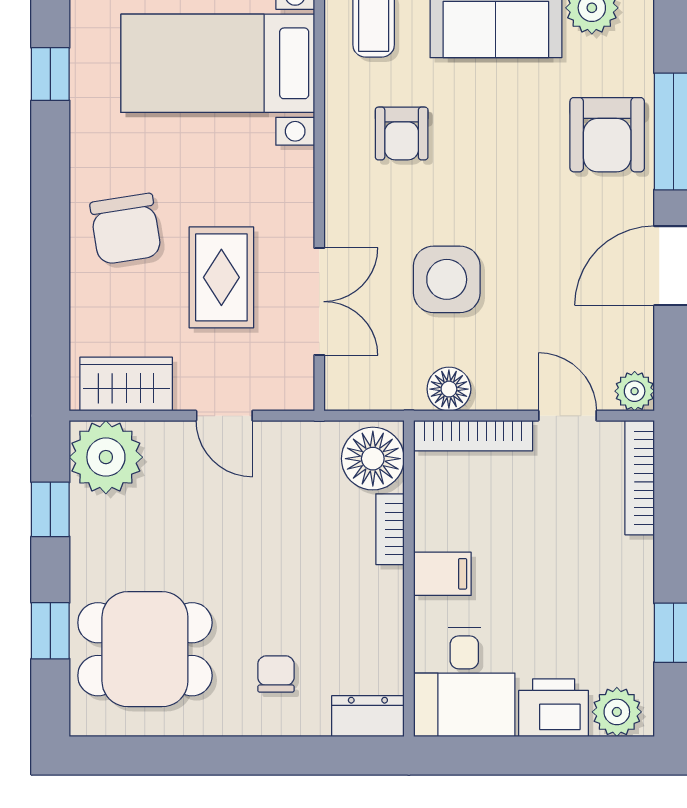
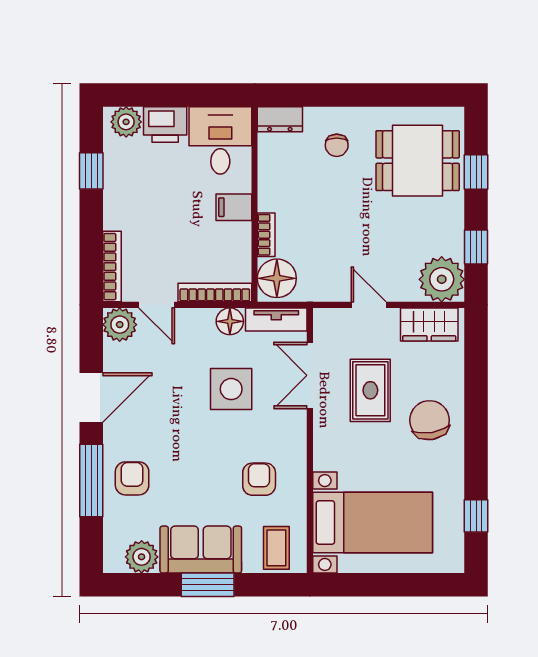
armchair: (607, 135) -> (132, 478), width x0.72, depth x0.72
plant: (635, 391) -> (120, 325), width x1.38, depth x1.38
tv unit: (374, 392) -> (276, 320), added

